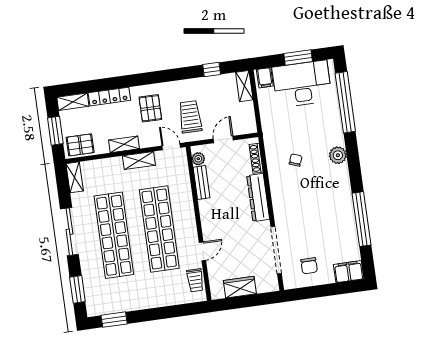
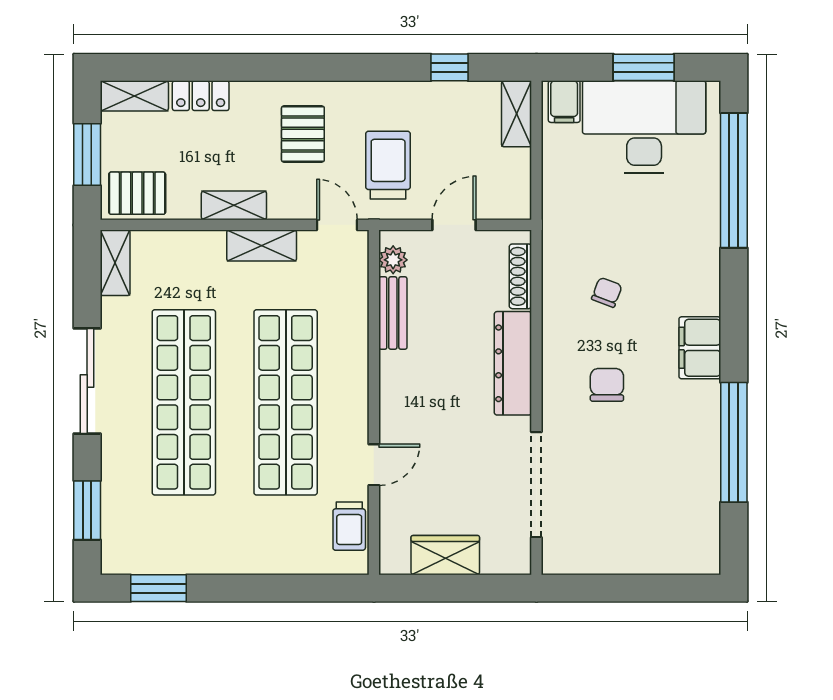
locker: (109, 97) -> (201, 96), width x0.66
plant: (338, 155) -> (701, 295), removed
chair: (309, 266) -> (607, 385), moved, turned 180
filing cabinet: (349, 272) -> (700, 348), moved, turned -90

